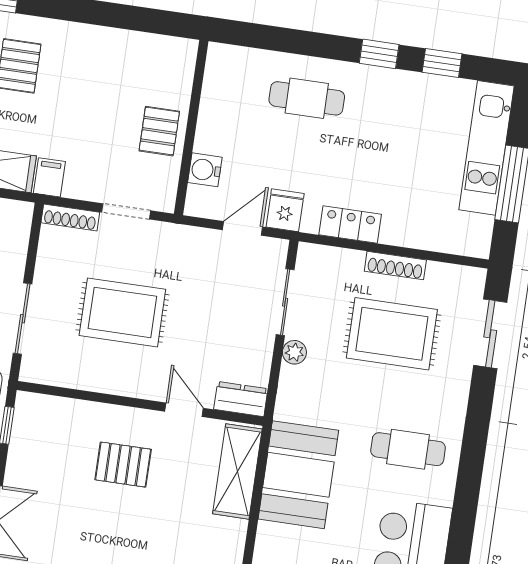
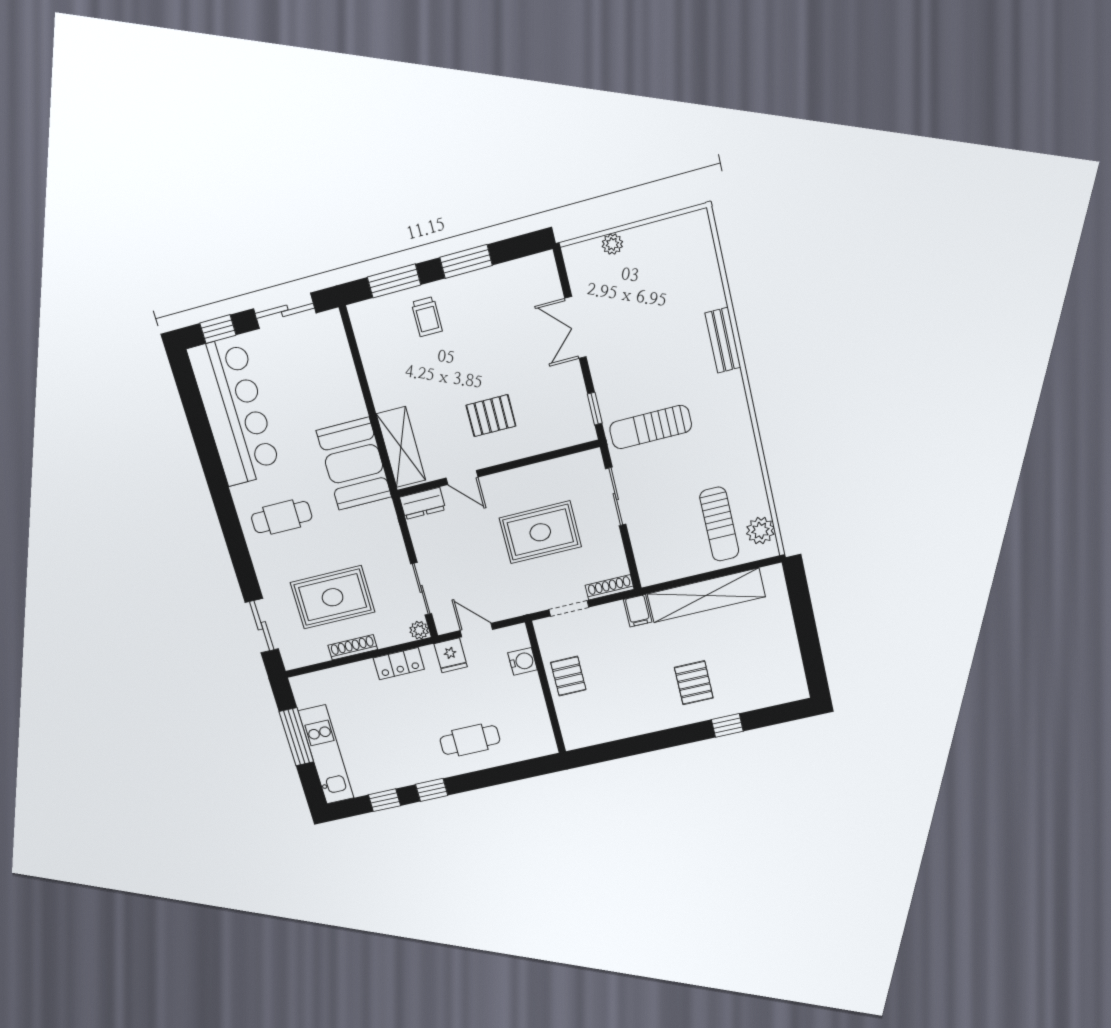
door: (243, 228) -> (476, 630), swing flipped
plant: (294, 352) -> (419, 630), moved

